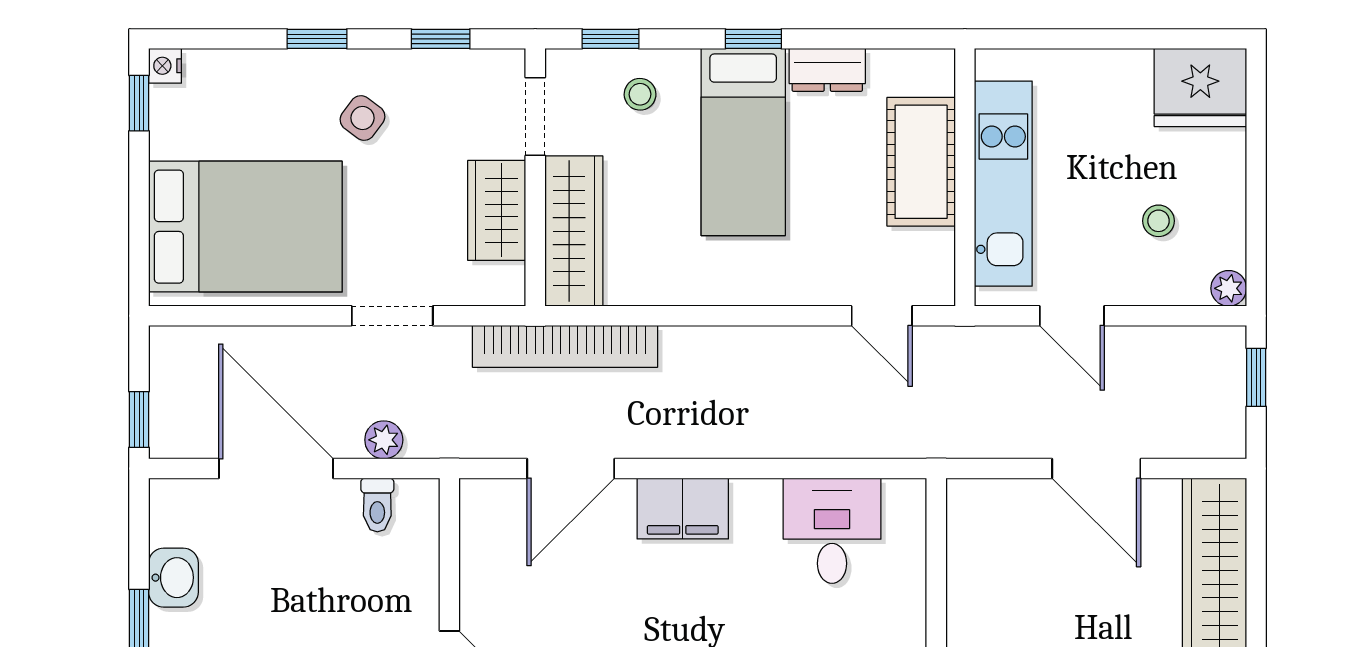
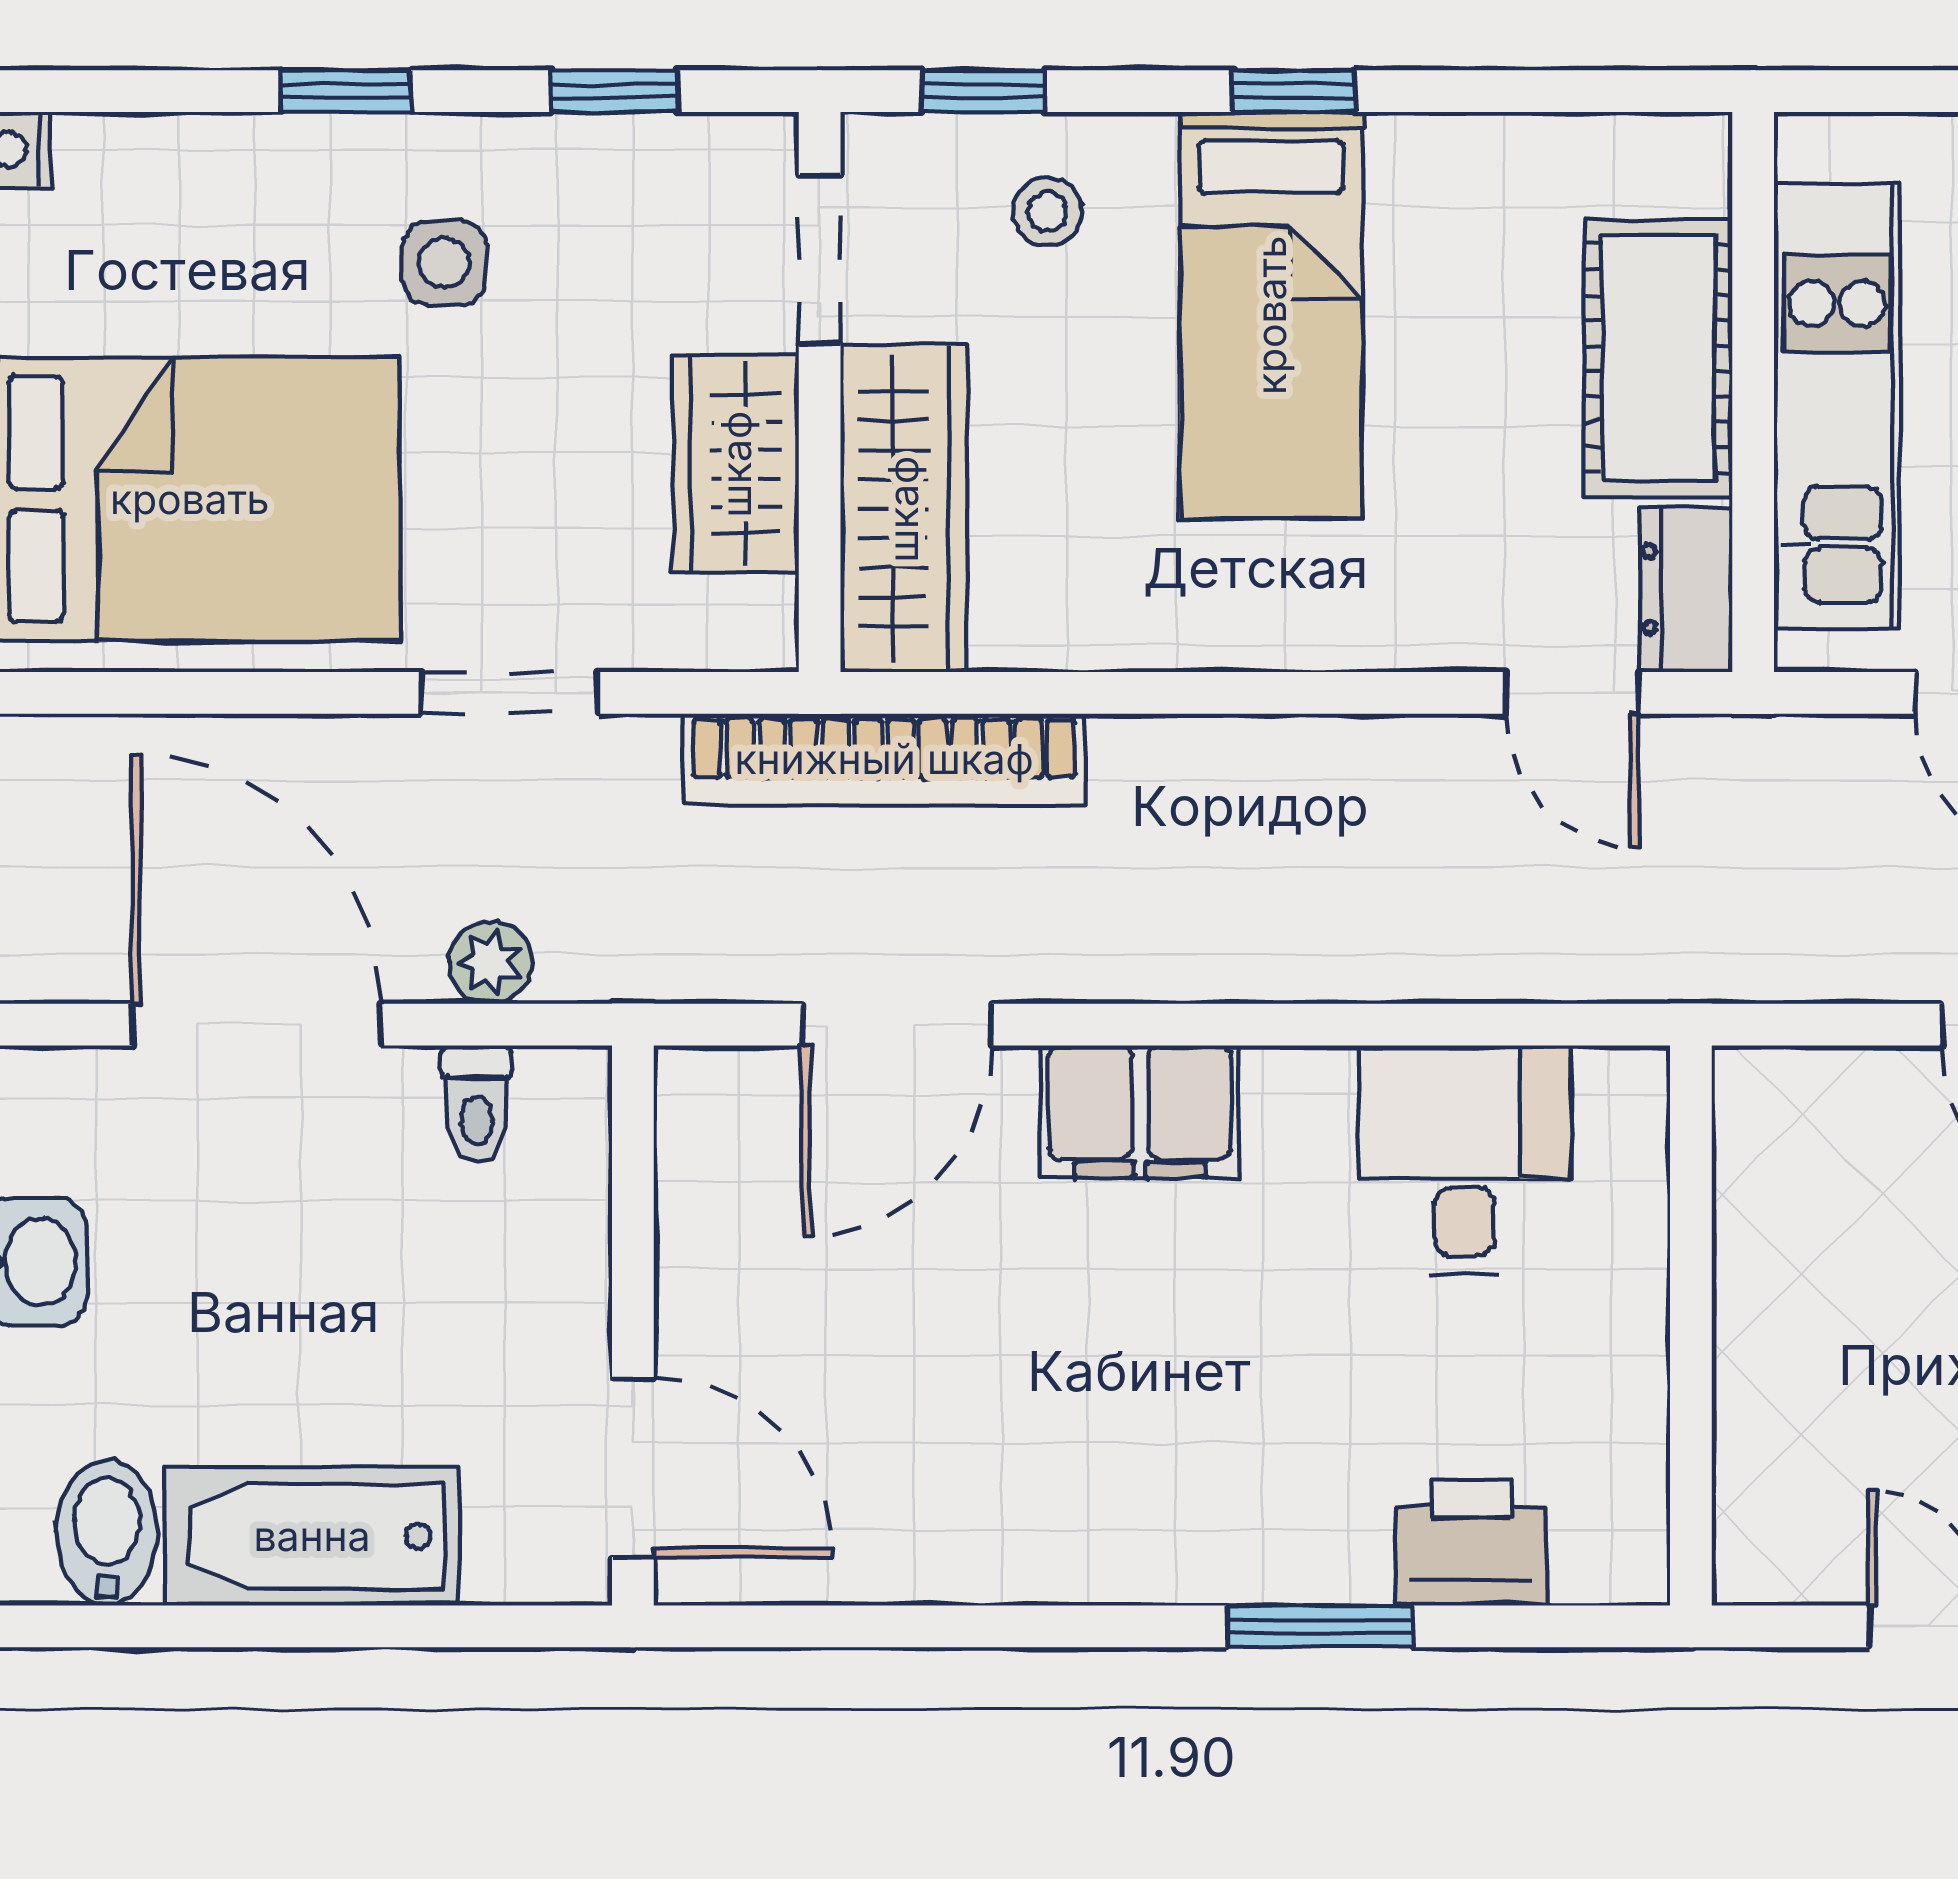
dresser: (827, 70) -> (1686, 589), moved, turned 90
side table: (363, 118) -> (444, 263), turned -37

